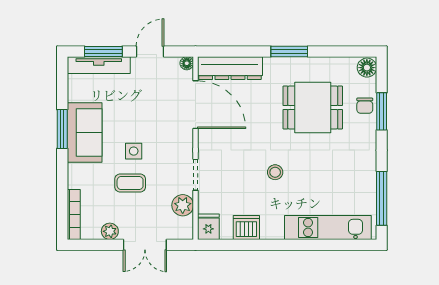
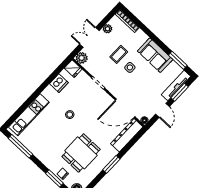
window: (62, 129) -> (178, 60), moved
plant: (183, 205) -> (82, 58), moved

